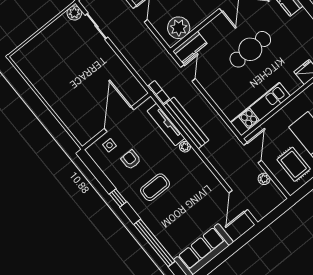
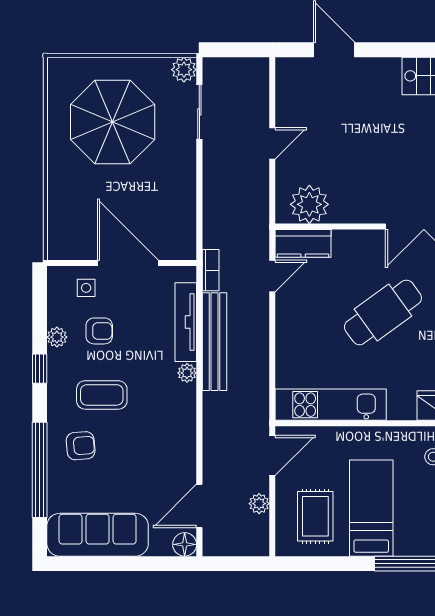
cafe table: (250, 49) -> (383, 312), turned -36
parasol: (62, 62) -> (113, 122), added
door: (119, 119) -> (128, 263), hinge flipped
armchair: (131, 160) -> (99, 331), turned 90
plant: (114, 178) -> (57, 337), added
armchair: (164, 217) -> (81, 446), added
floor lamp: (246, 224) -> (185, 544), added

